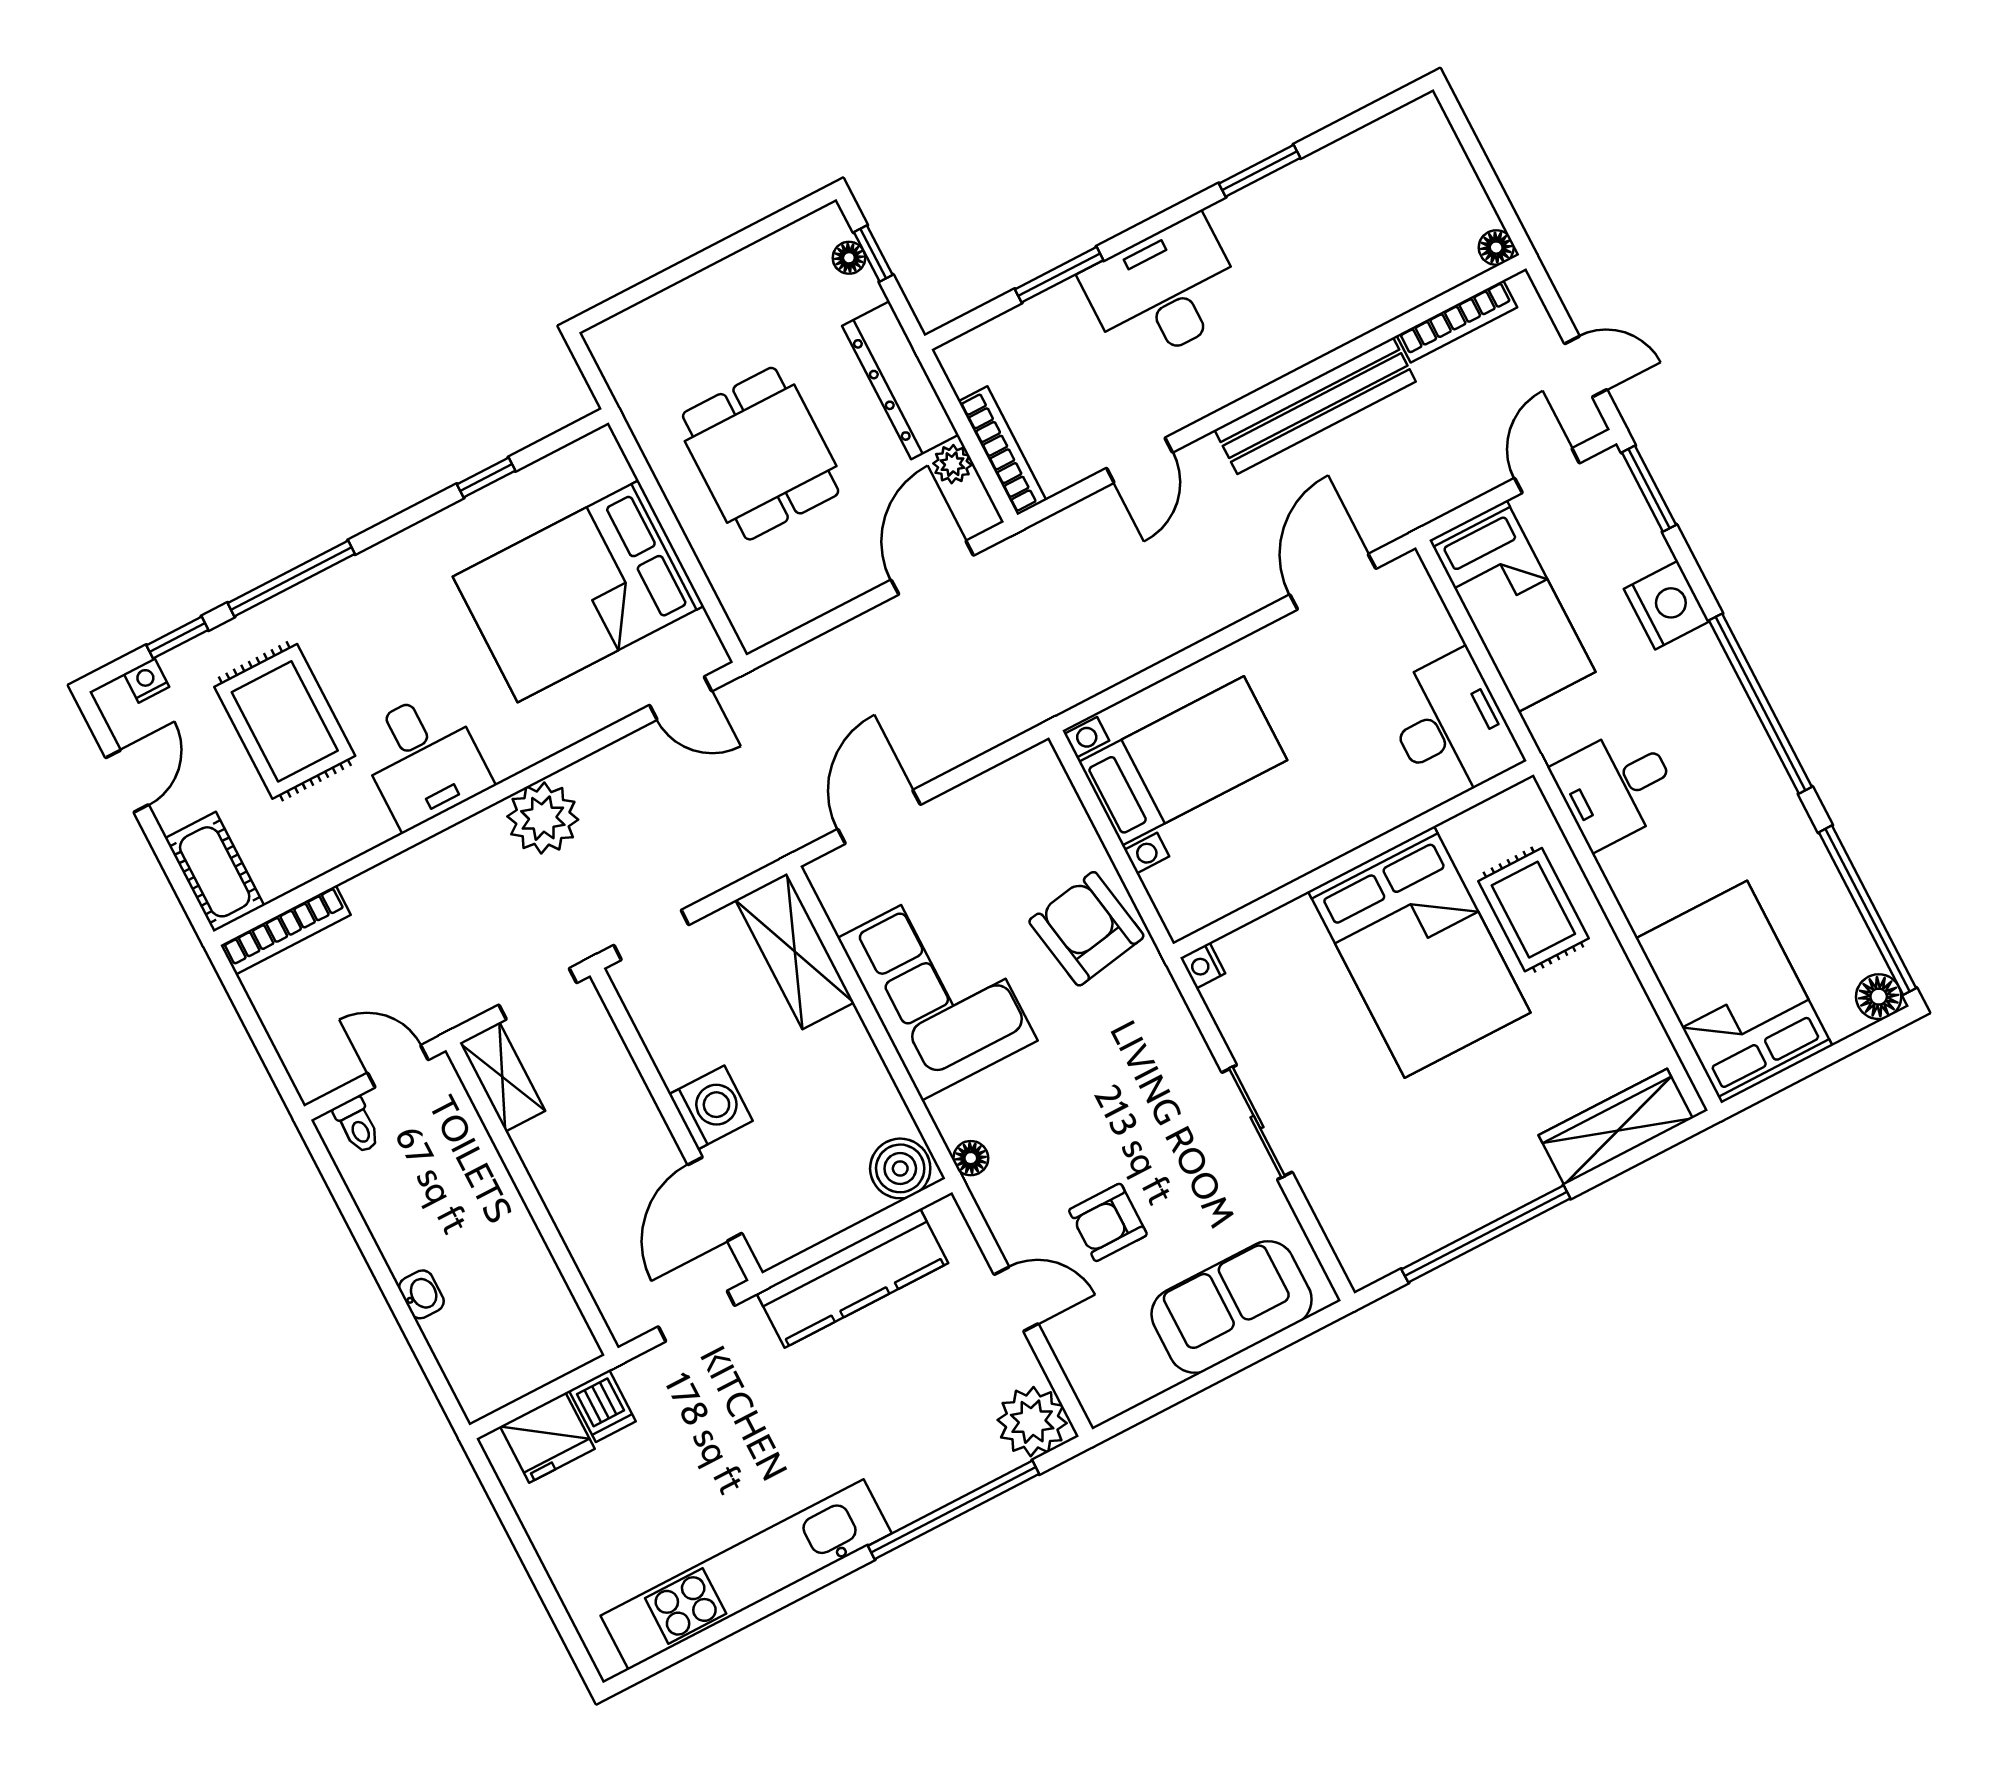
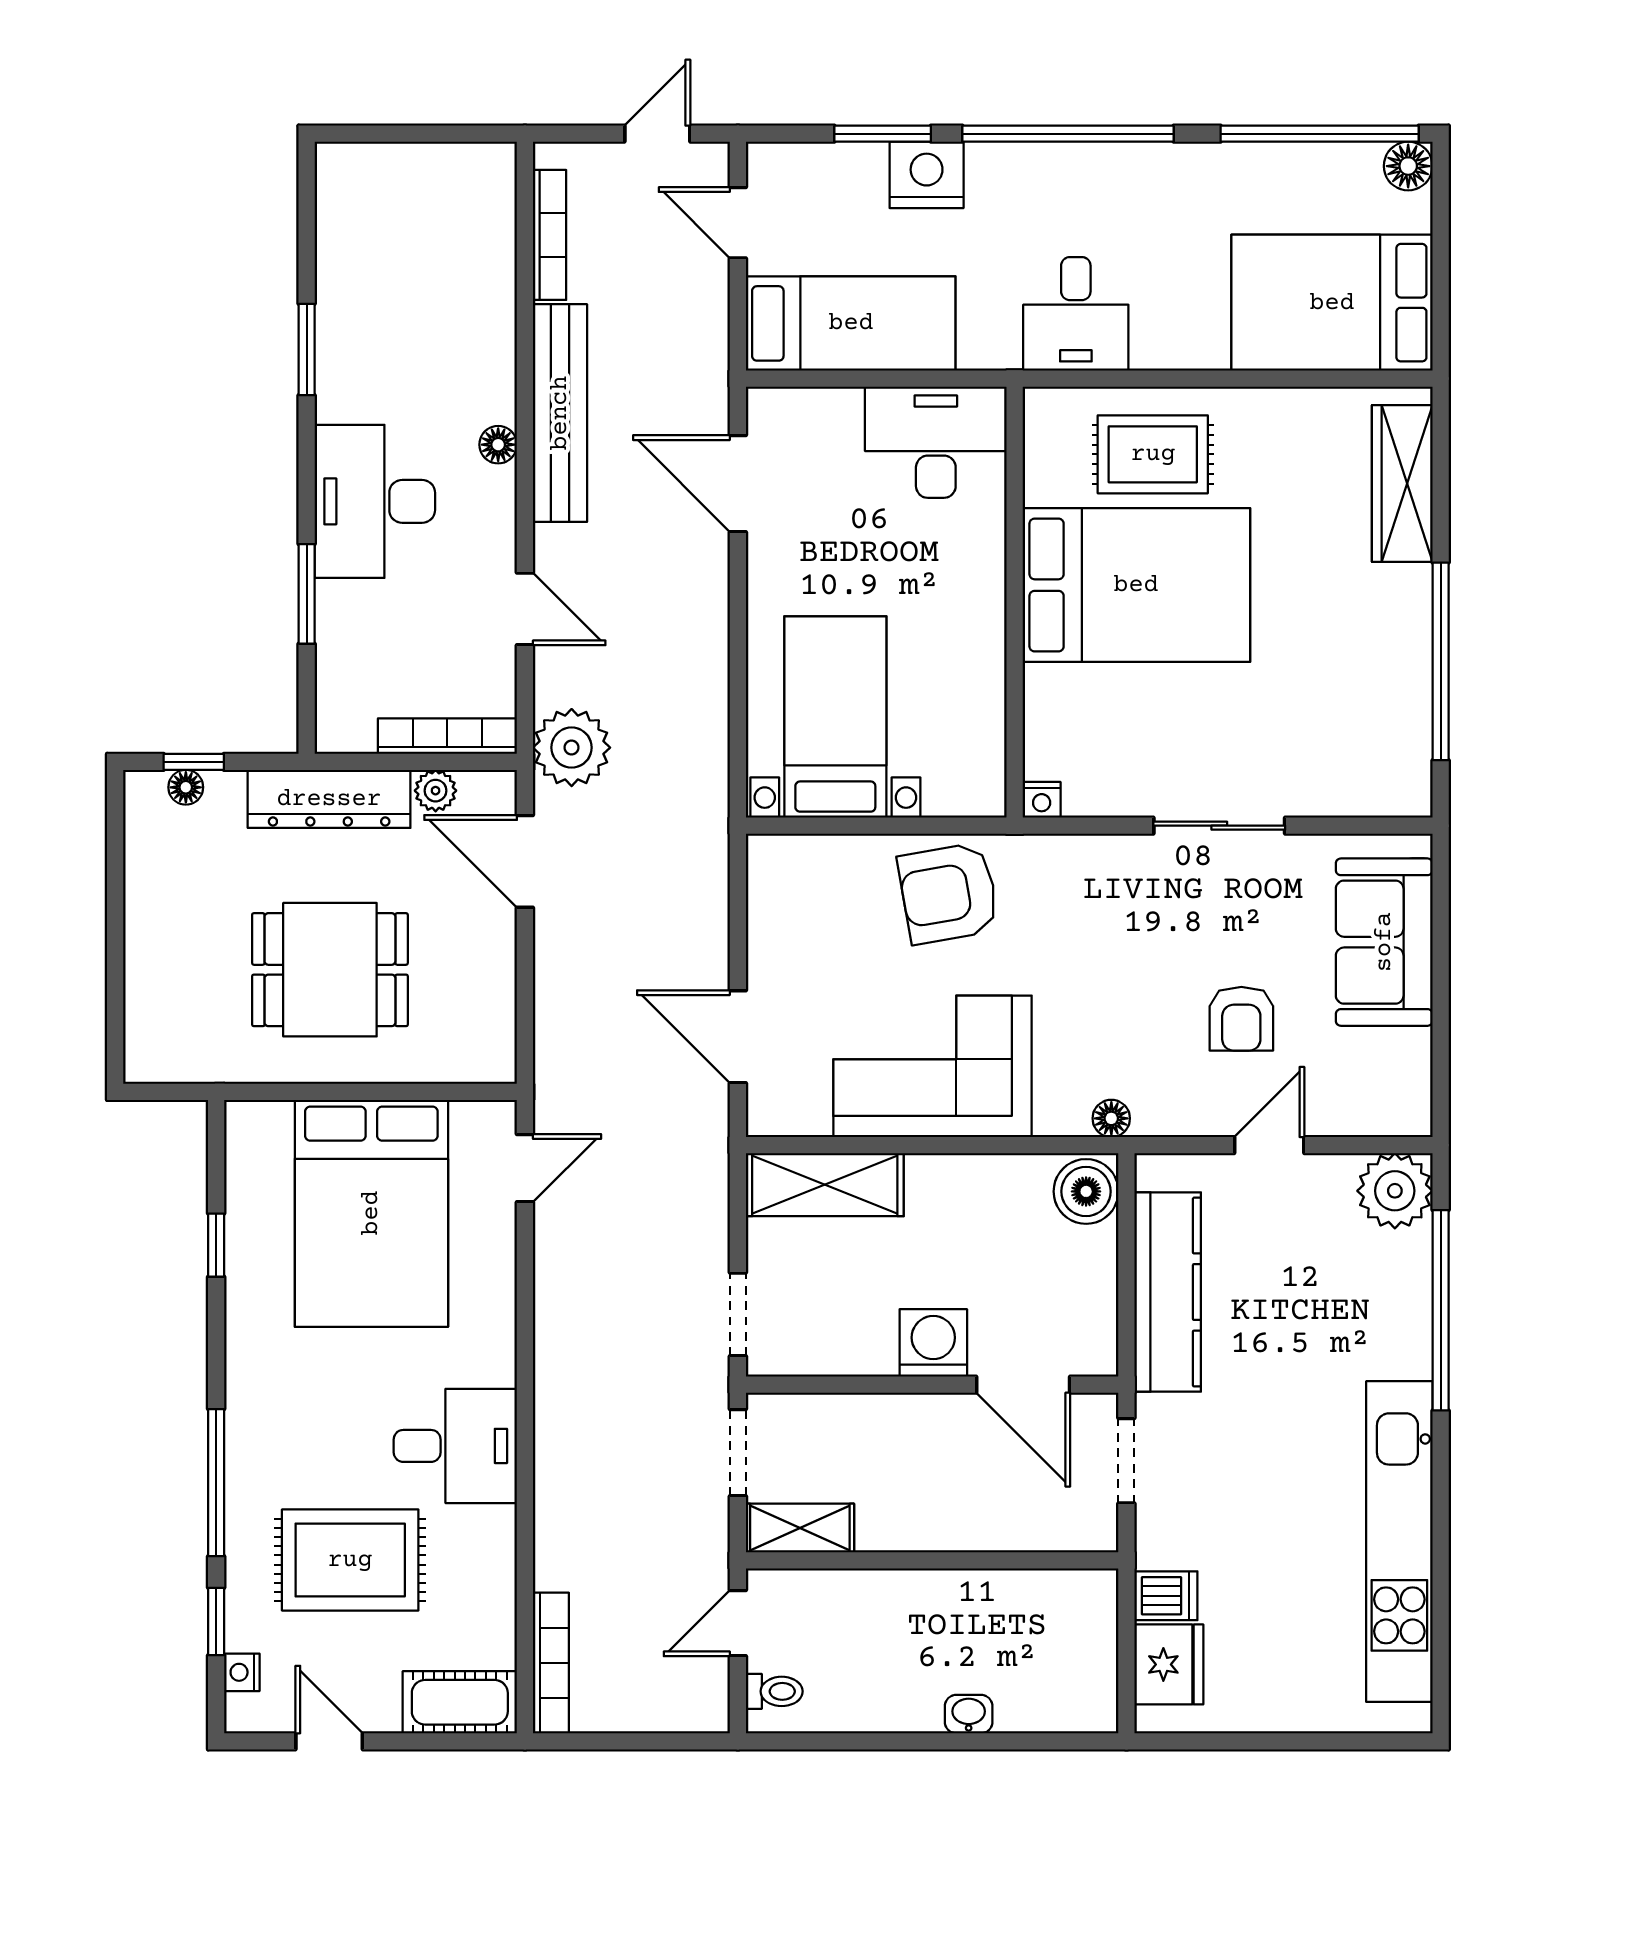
floor lamp: (1496, 248) -> (498, 445), moved
window: (1649, 489) -> (883, 134), moved
plant: (543, 818) -> (572, 748), moved

